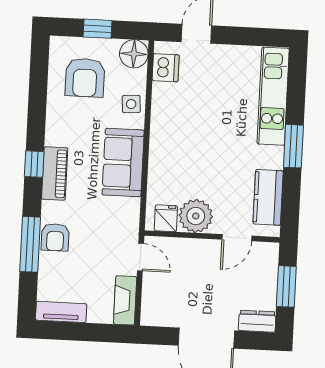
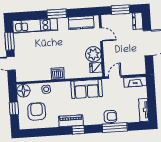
window: (245, 36) -> (10, 41), added
dishwasher: (166, 68) -> (58, 74), moved
armchair: (85, 78) -> (37, 111), turned -90
sofa: (123, 163) -> (87, 89), moved
piano: (55, 173) -> (71, 121), moved

